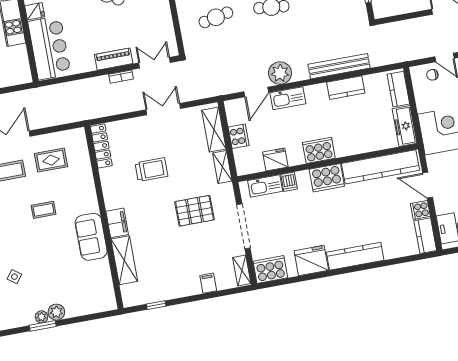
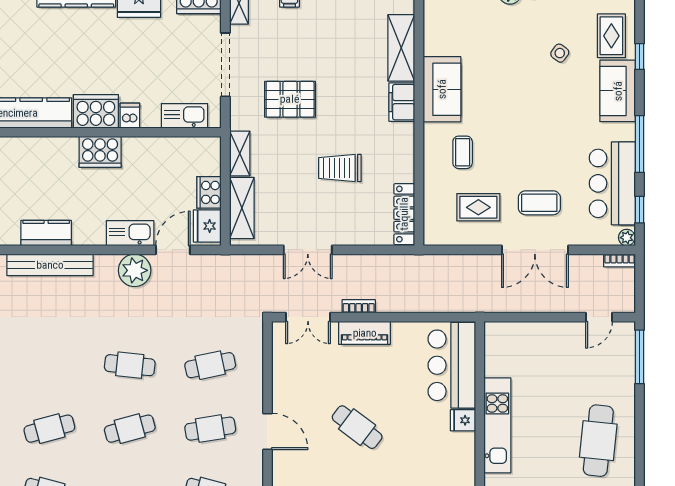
fridge: (275, 160) -> (207, 226), moved, turned 90
dishwasher: (289, 182) -> (130, 116), moved
coffee table: (44, 210) -> (463, 152), moved, turned 90

